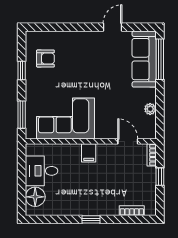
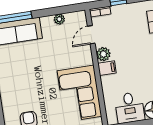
plant: (105, 151) -> (103, 54), added

